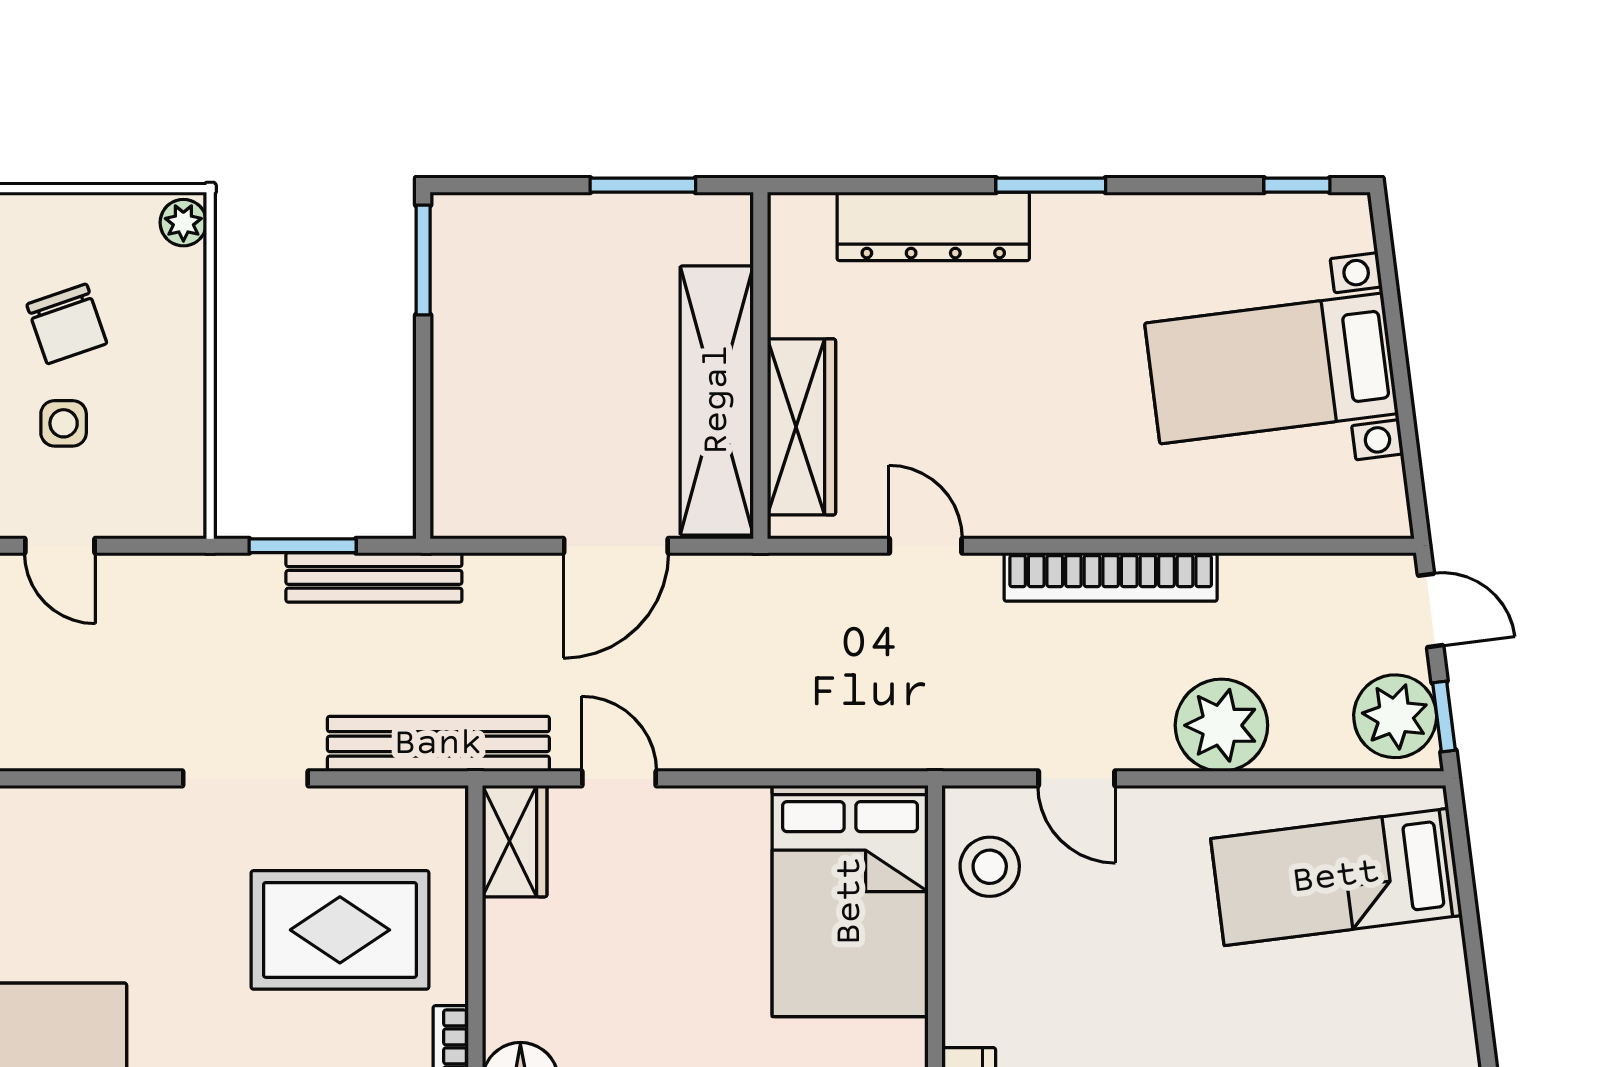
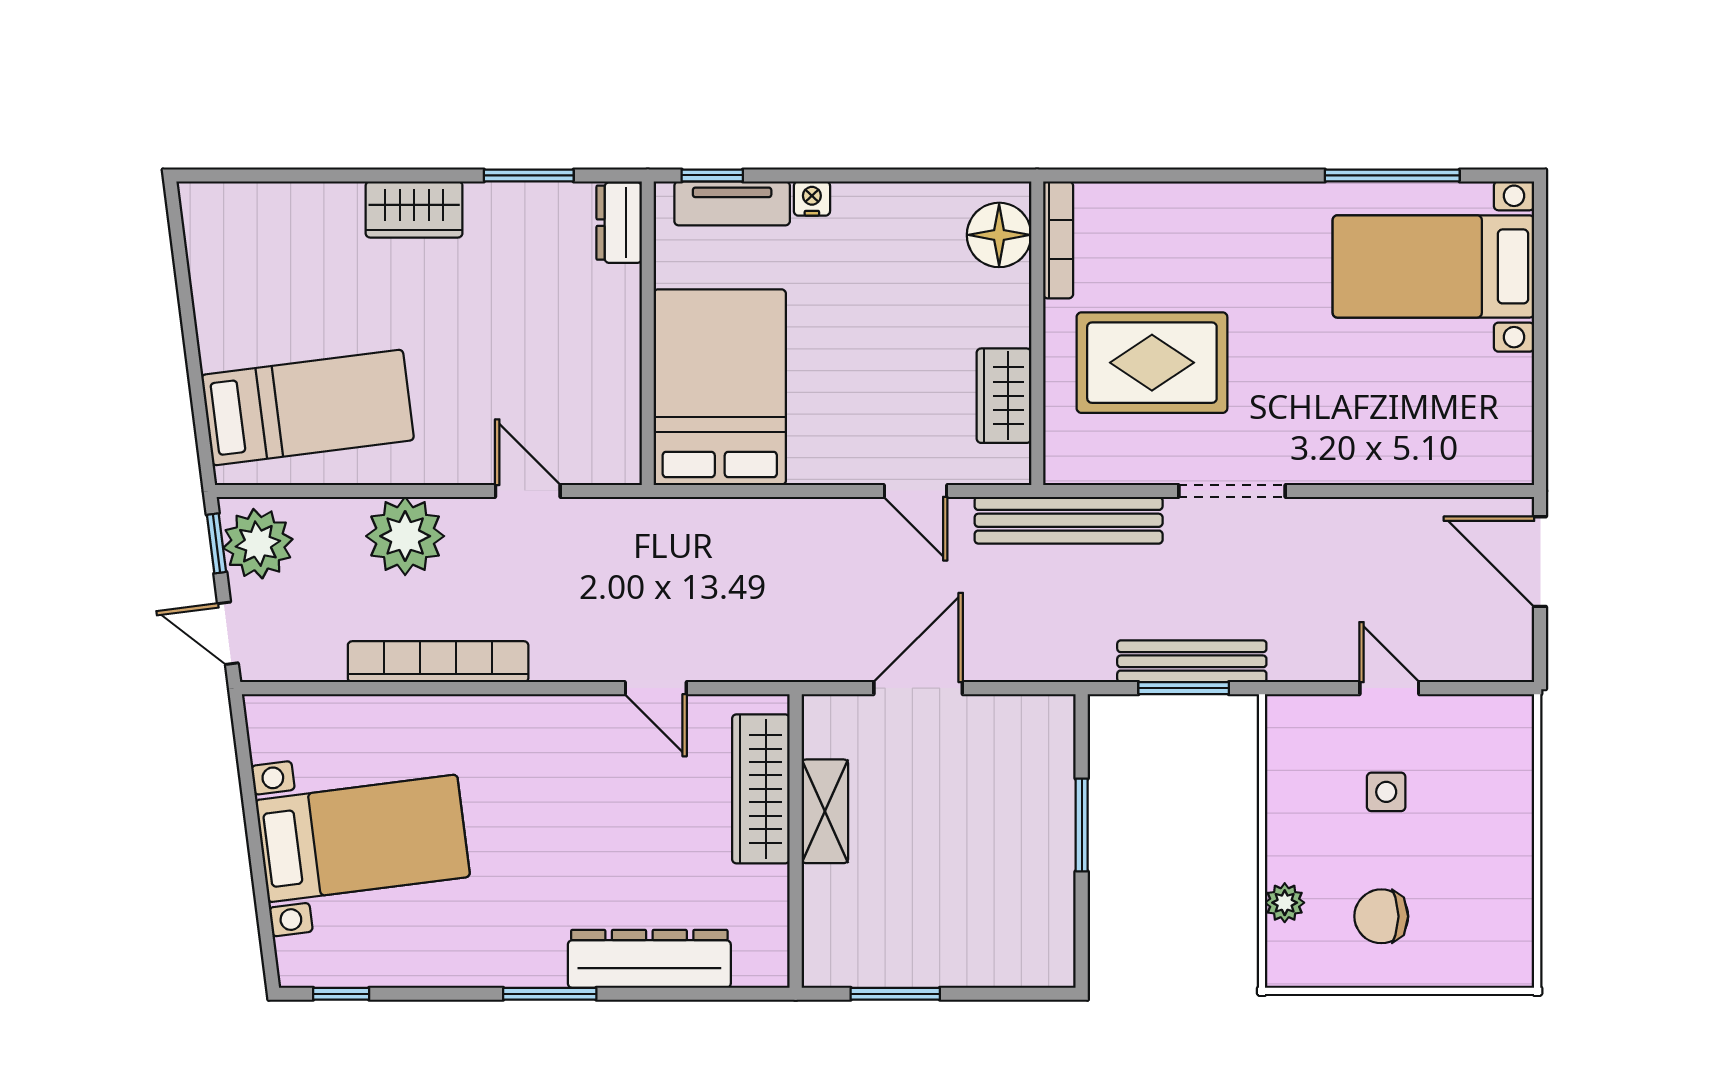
plant: (183, 223) -> (1285, 903), moved
window: (423, 260) -> (1082, 825), moved
chair: (67, 324) -> (1381, 916), moved, turned -71
shelving: (717, 400) -> (825, 811), width x0.45, depth x0.75
bench: (374, 577) -> (1192, 661), moved
bookcase: (1111, 577) -> (438, 662), moved
wardrobe: (515, 841) -> (1004, 396), moved
stool: (990, 867) -> (601, 416), removed

